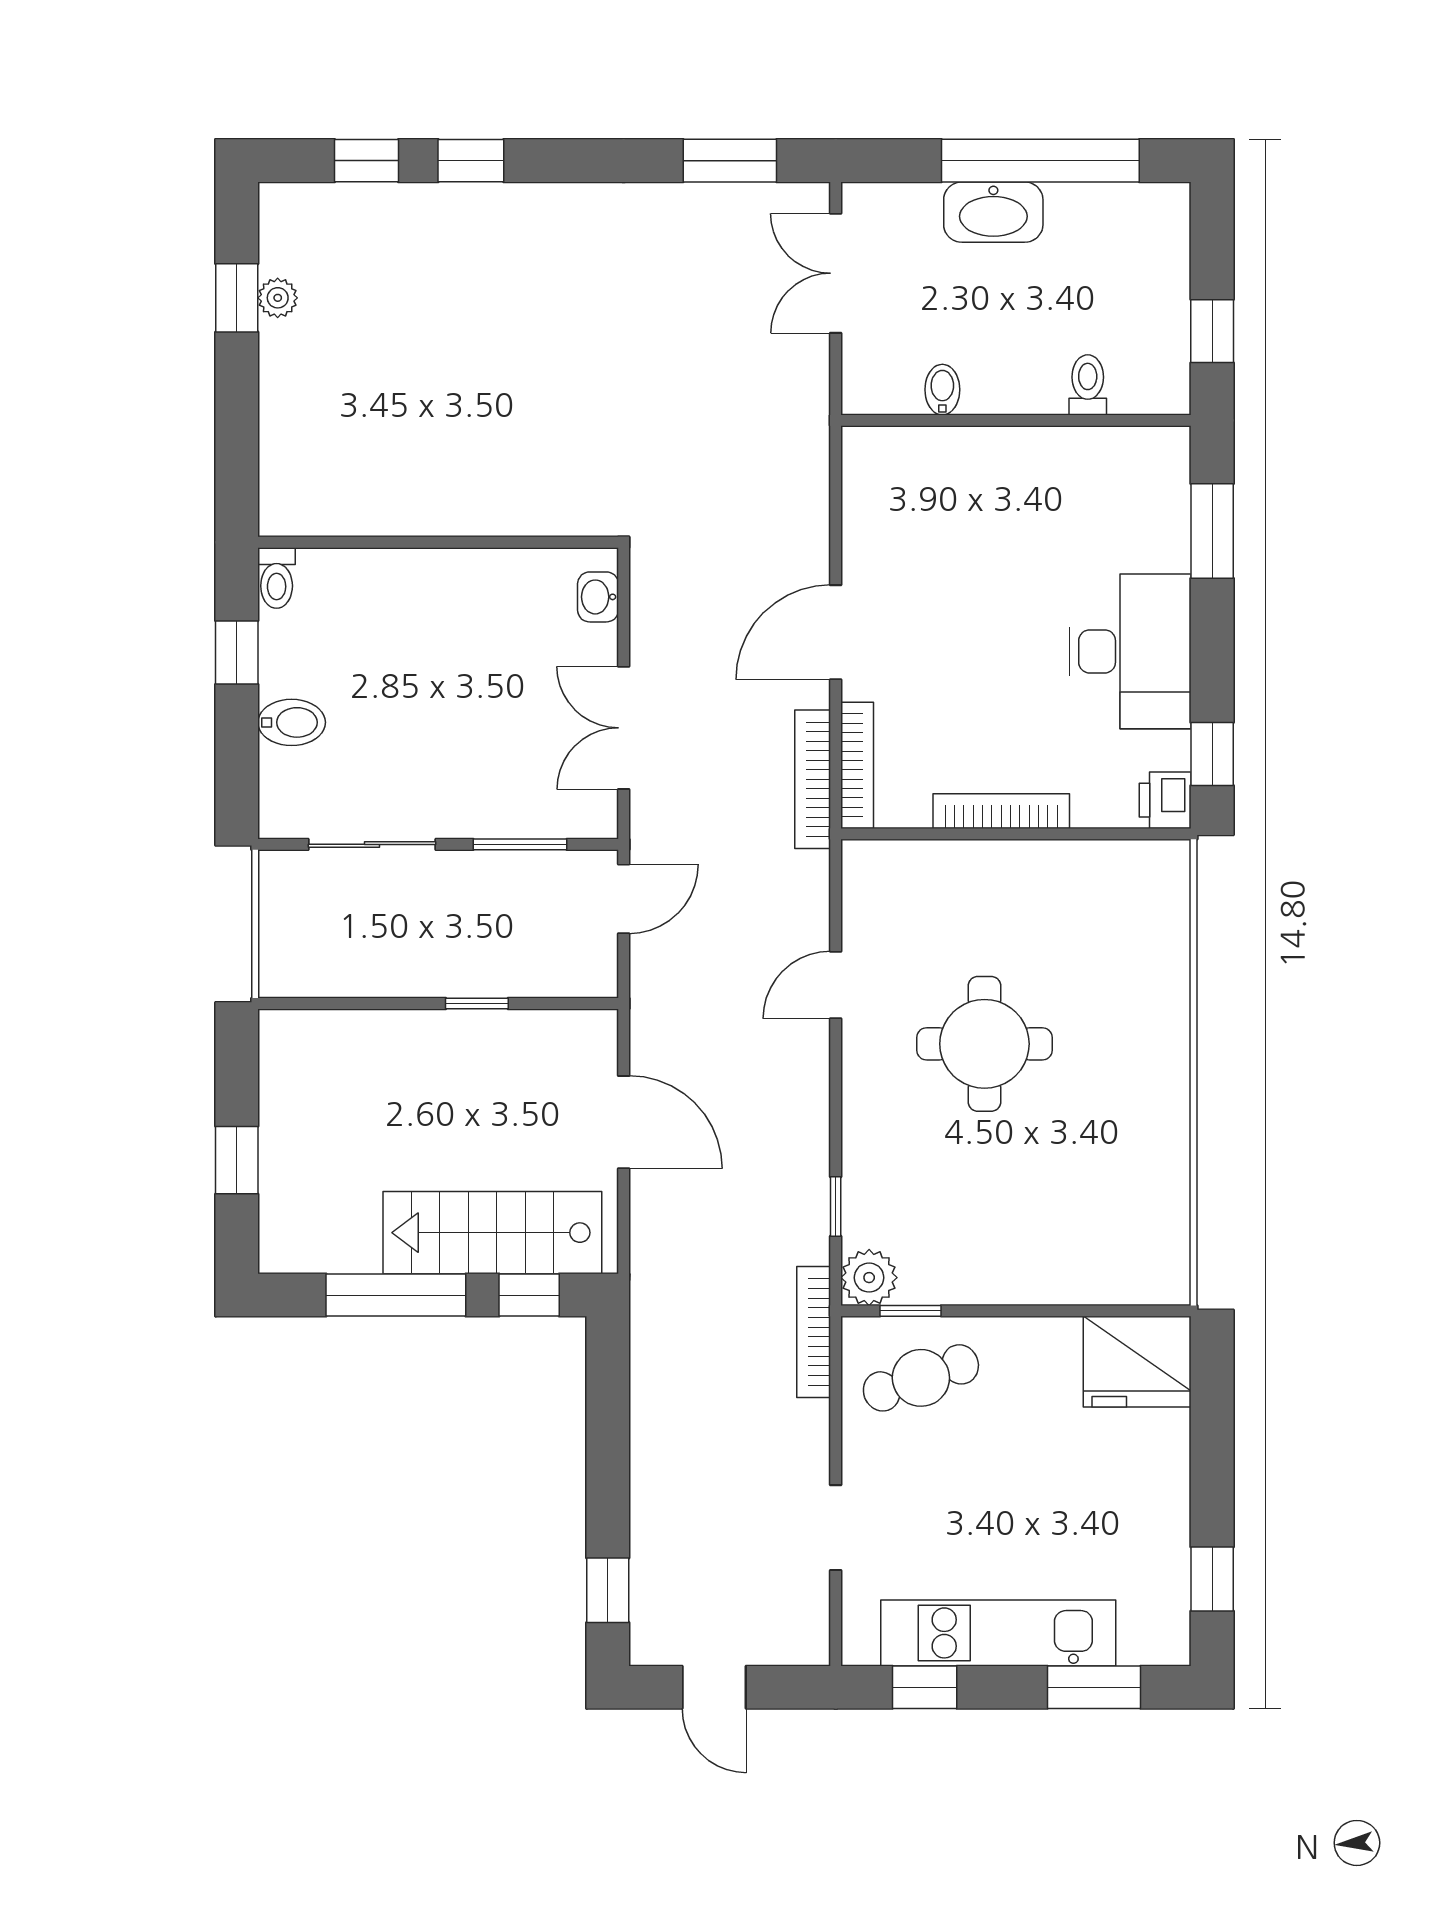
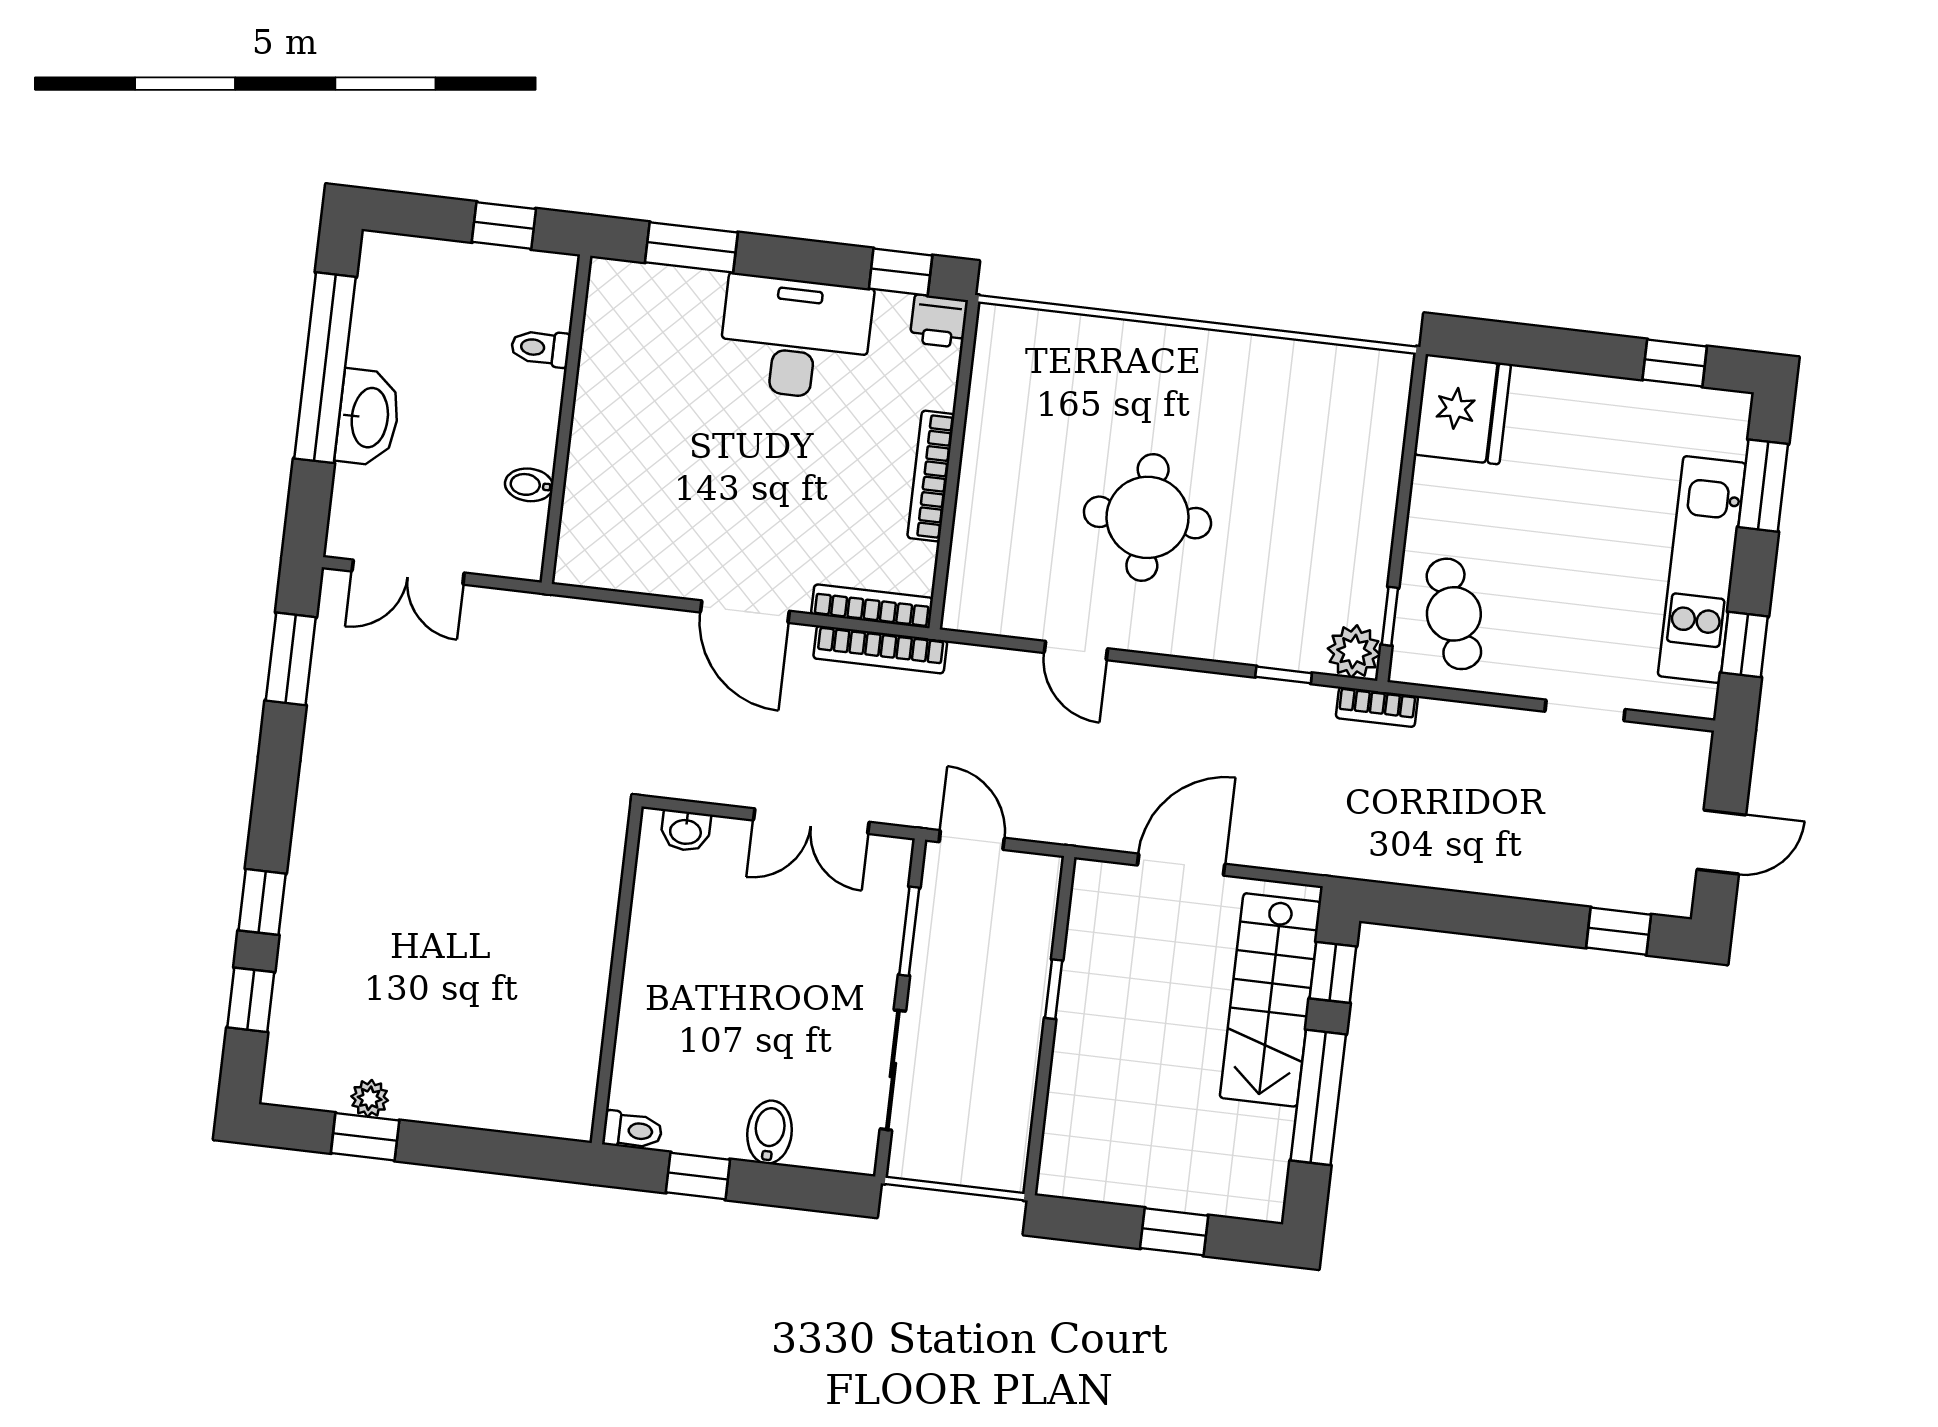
bookcase: (814, 1332) -> (1377, 707), width x0.64

